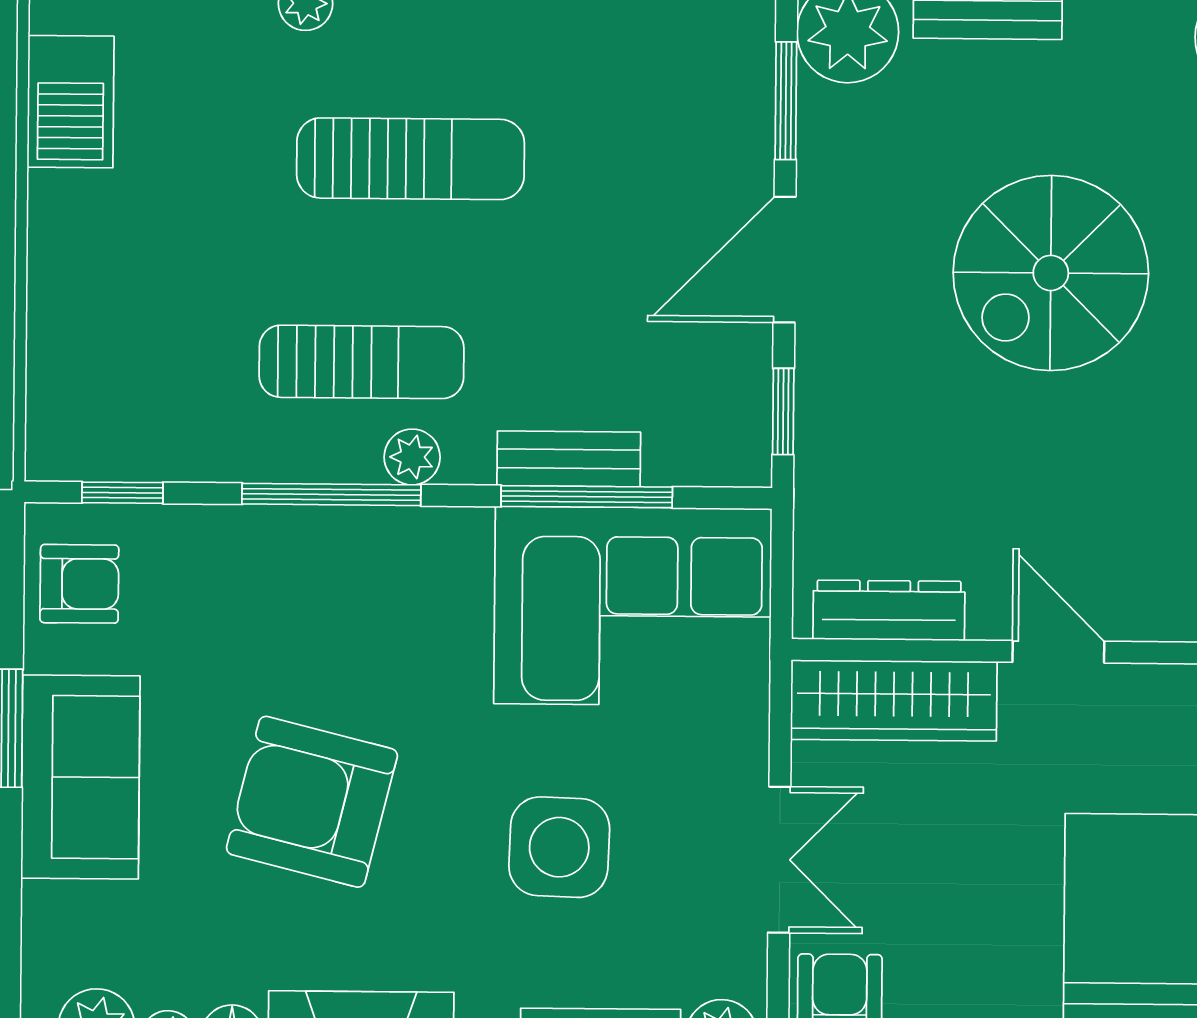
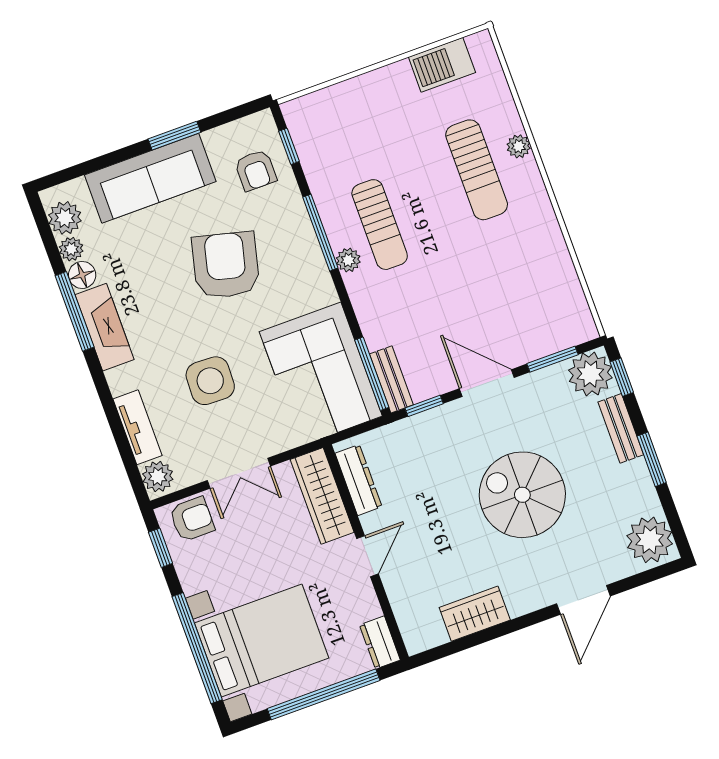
sun lounger: (410, 159) -> (477, 170), moved
bench: (569, 459) -> (391, 379), moved
window: (587, 497) -> (372, 374), moved
armchair: (79, 584) -> (256, 170), moved
sofa: (80, 777) -> (150, 178), width x1.36
armchair: (312, 802) -> (226, 265), moved

